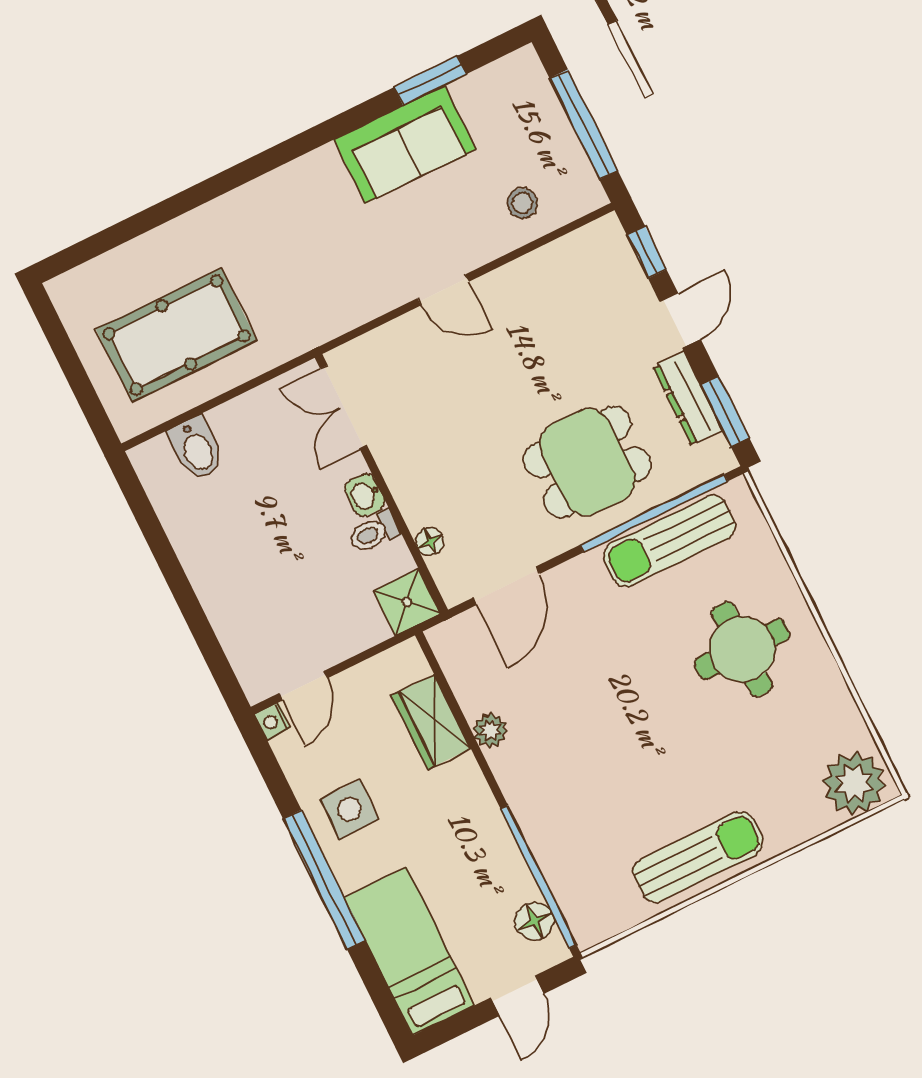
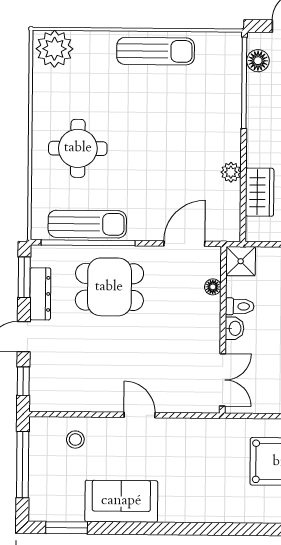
window: (430, 81) -> (67, 528), moved
sun lounger: (698, 857) -> (156, 51), turned 180

